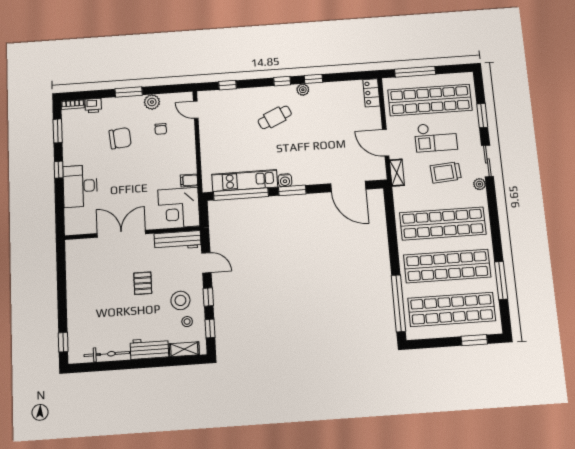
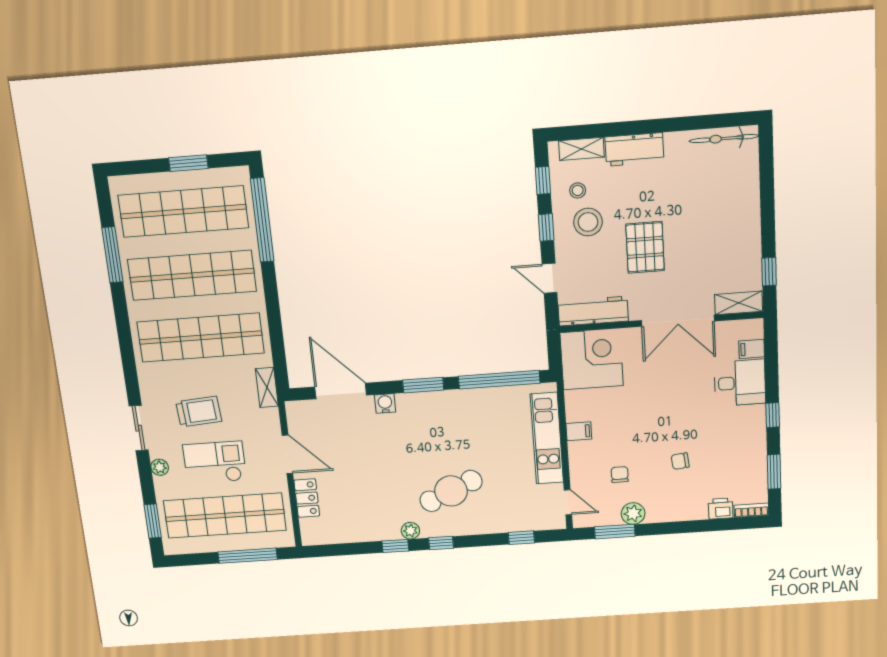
window: (129, 92) -> (615, 532), moved
locker: (371, 93) -> (307, 498), moved
window: (482, 116) -> (153, 521), moved
cafe table: (275, 117) -> (451, 491), width x1.37, depth x1.35
chair: (120, 138) -> (680, 461), width x0.54, depth x0.54
shelving: (397, 173) -> (267, 387), moved
filing cabinet: (189, 180) -> (579, 431), moved
water cooler: (285, 180) -> (385, 403), moved
kitchen unit: (245, 181) -> (547, 438), moved, turned 90
plant: (480, 184) -> (160, 467), moved
desk: (80, 186) -> (740, 383), width x0.73
filing cabinet: (73, 215) -> (752, 349), added
shelving: (81, 246) -> (739, 303), added
pallet: (143, 283) -> (645, 247), width x1.50, depth x1.42
window: (474, 340) -> (188, 163), moved
window: (63, 342) -> (769, 272), moved
bicycle: (107, 354) -> (724, 139), moved

